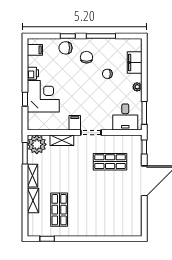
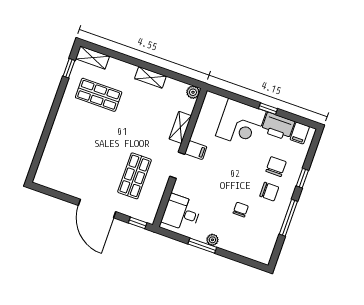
chair: (66, 48) -> (276, 167), moved
filing cabinet: (135, 62) -> (243, 247), removed
printer: (33, 73) -> (278, 126), width x1.87, depth x1.48
window: (25, 99) -> (268, 109), moved
window: (144, 113) -> (202, 246), moved
plant: (37, 144) -> (193, 92), width x0.53, depth x0.53
window: (25, 153) -> (180, 78), removed
shelving: (33, 201) -> (93, 58), moved

